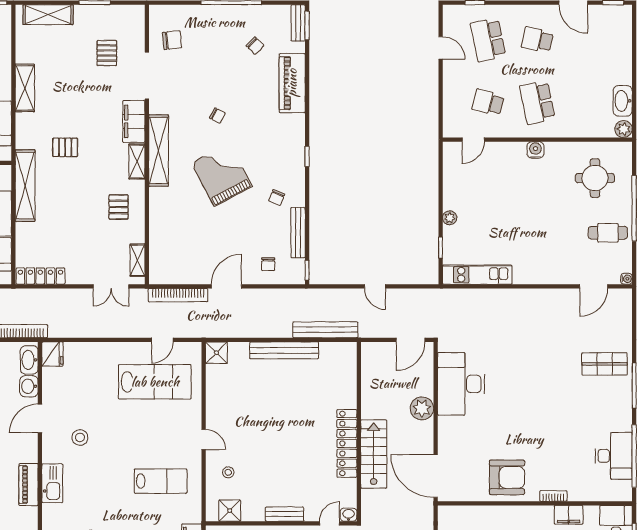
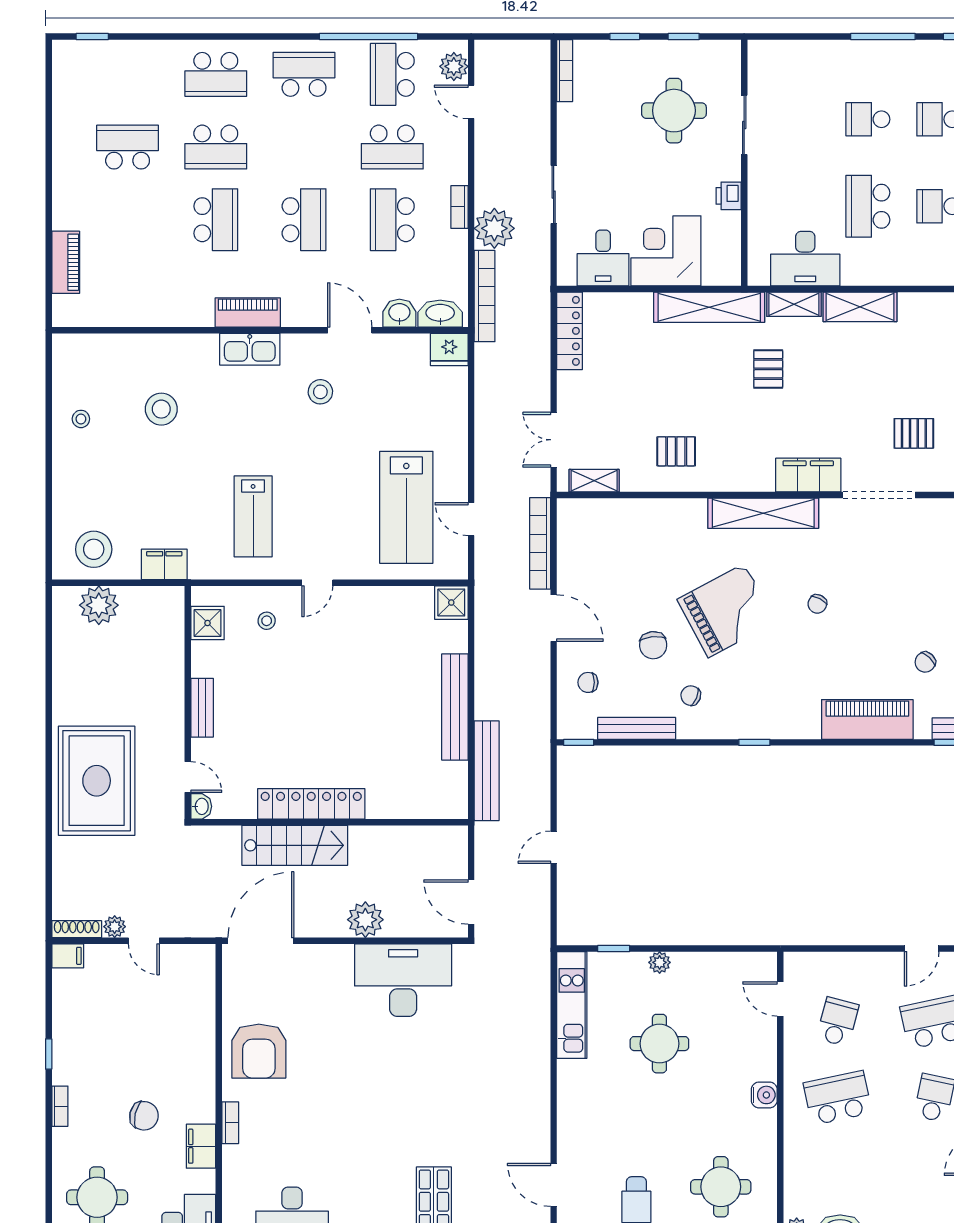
chair: (172, 40) -> (653, 645), moved
shelving: (137, 161) -> (794, 304), moved
round table: (502, 218) -> (659, 1044), added

